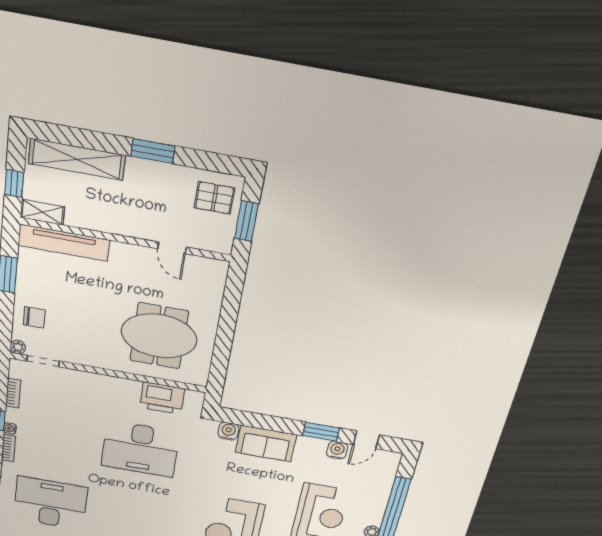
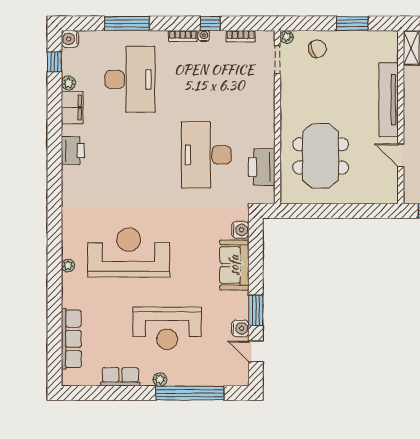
tv unit: (64, 243) -> (389, 100), moved
door: (172, 248) -> (401, 155), hinge flipped
chair: (34, 317) -> (317, 49), turned -108

